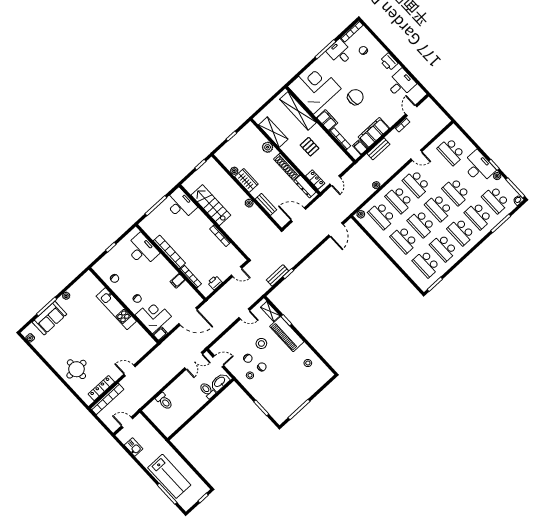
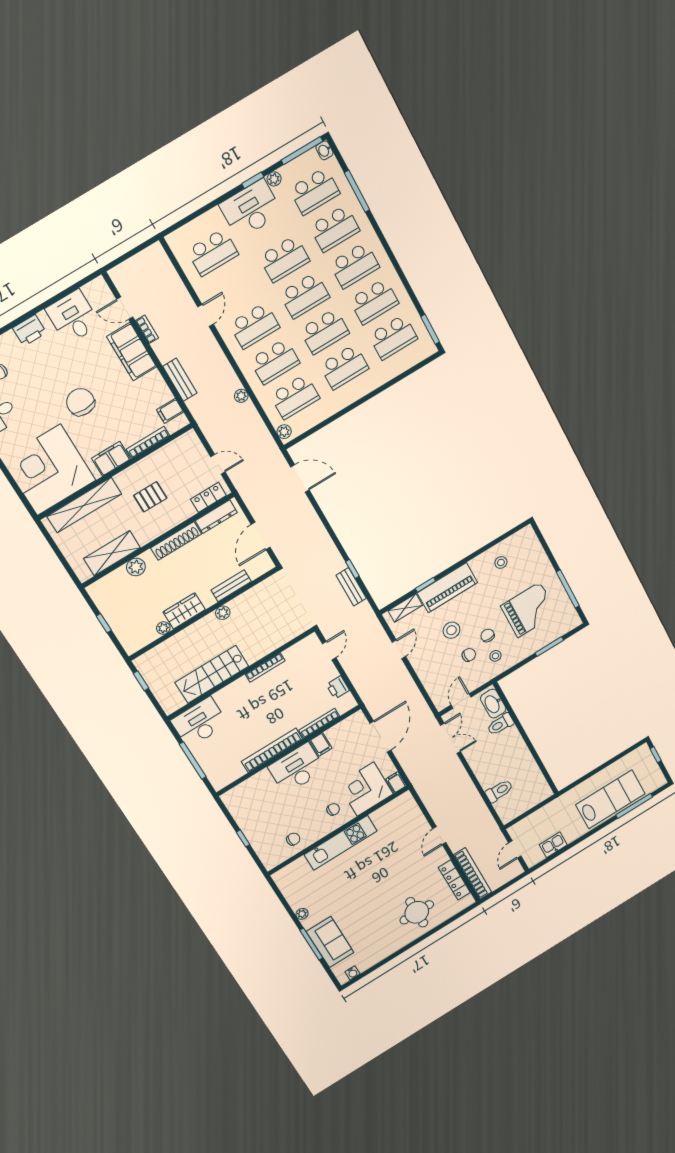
filing cabinet: (374, 133) -> (132, 352), moved
desk: (142, 250) -> (297, 768), moved
grand piano: (282, 389) -> (529, 610), added

